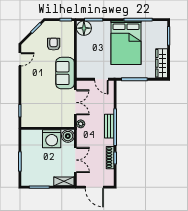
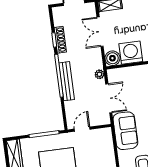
door: (101, 79) -> (82, 129), hinge flipped
double door: (75, 102) -> (109, 98), swing flipped
bench: (109, 126) -> (67, 81), width x1.36

